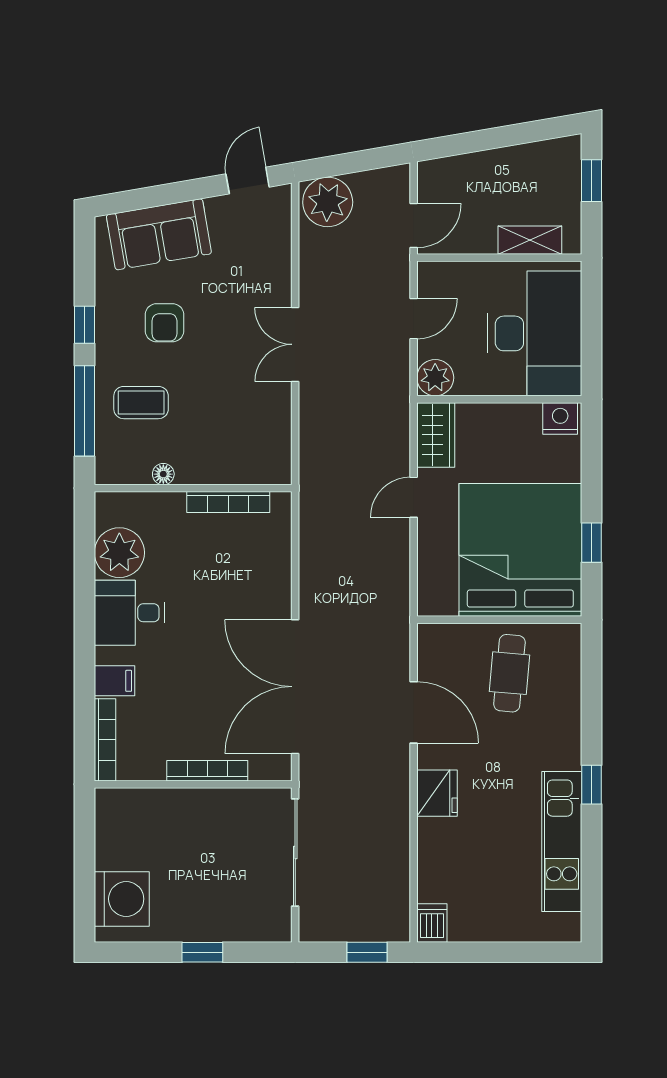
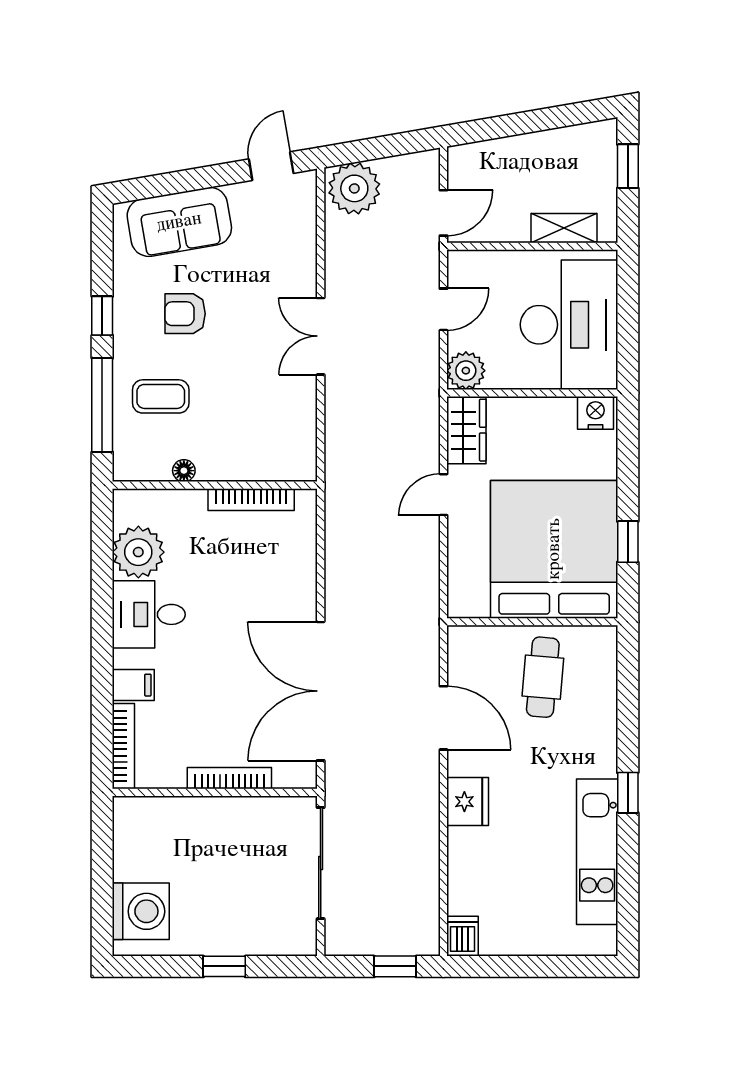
armchair: (164, 323) -> (185, 314), turned 90

